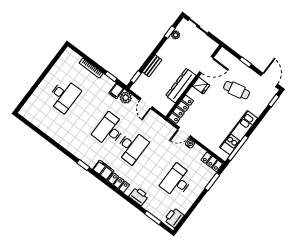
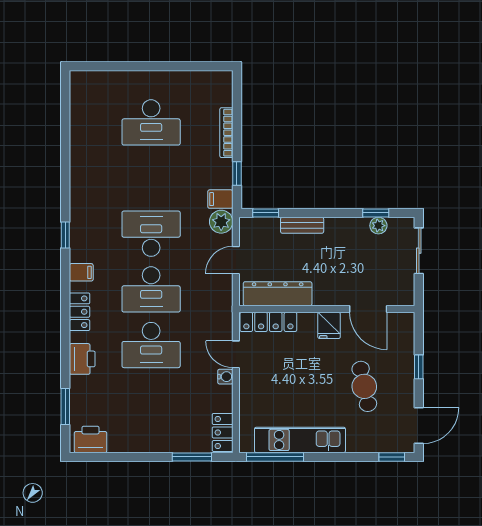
dresser: (181, 86) -> (278, 294), moved
filing cabinet: (103, 170) -> (81, 272), width x0.50
desk: (177, 181) -> (151, 345), moved, turned 180

